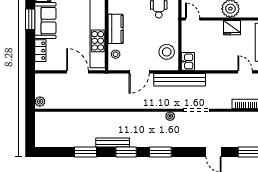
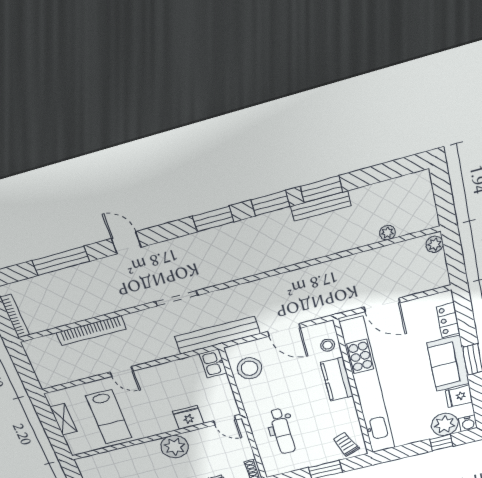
fridge: (232, 28) -> (188, 418), moved
door: (139, 72) -> (284, 330), swing flipped
plant: (170, 116) -> (387, 233), moved
bench: (113, 142) -> (321, 206), moved
window: (85, 152) -> (321, 189), moved

